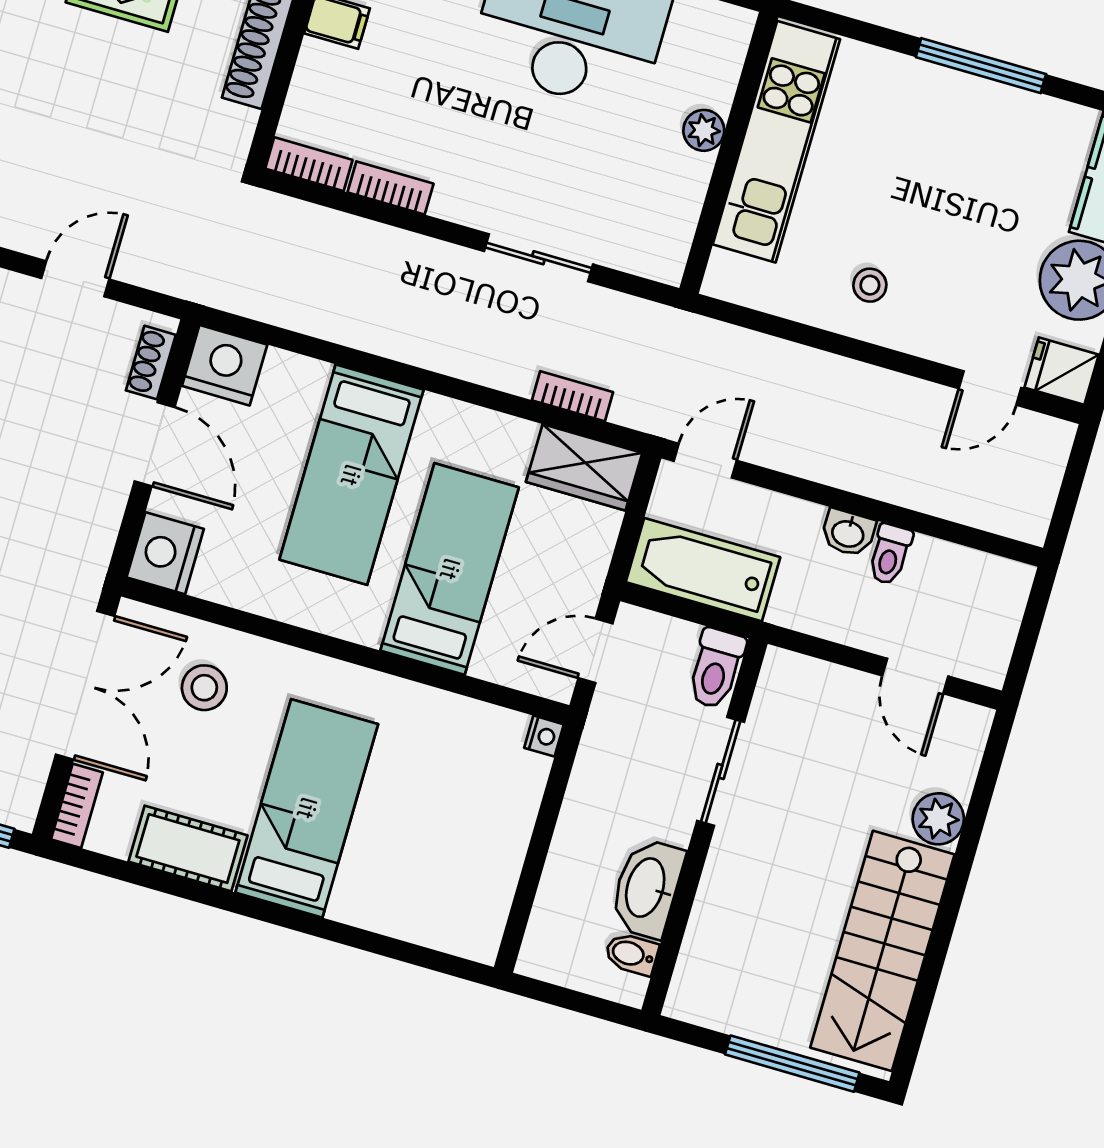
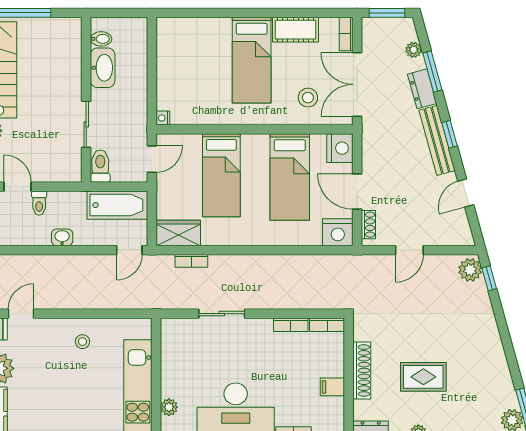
plant: (704, 130) -> (169, 407), moved
bed: (351, 475) -> (290, 177), moved, turned 180
toilet: (890, 554) -> (39, 203), moved, turned 180

